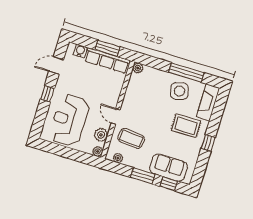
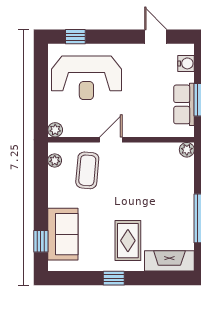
row of seats: (107, 61) -> (184, 104), width x0.68
side table: (179, 91) -> (173, 217), removed
window: (47, 94) -> (75, 37), moved
reception desk: (69, 120) -> (86, 78), turned 180
plant: (101, 135) -> (79, 127), removed
window: (143, 176) -> (41, 202), removed

